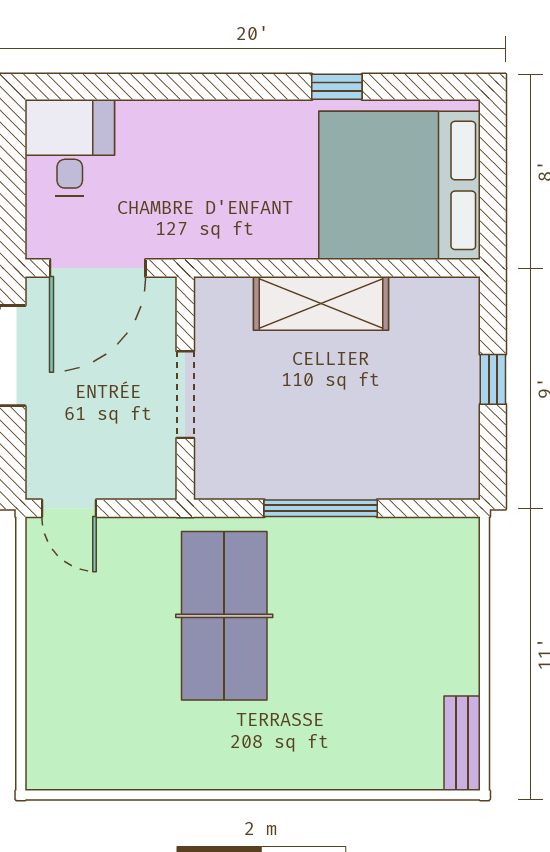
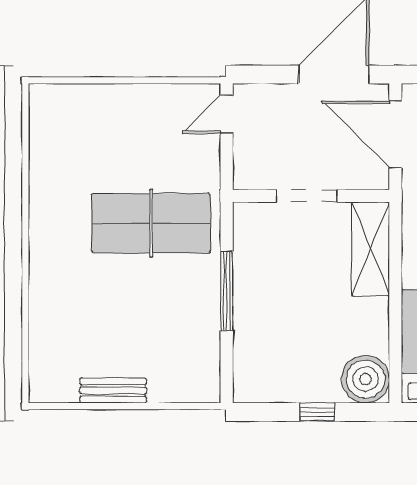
shelving: (321, 303) -> (371, 249), moved
boiler: (446, 311) -> (365, 379), added
bench: (462, 743) -> (113, 390), moved

